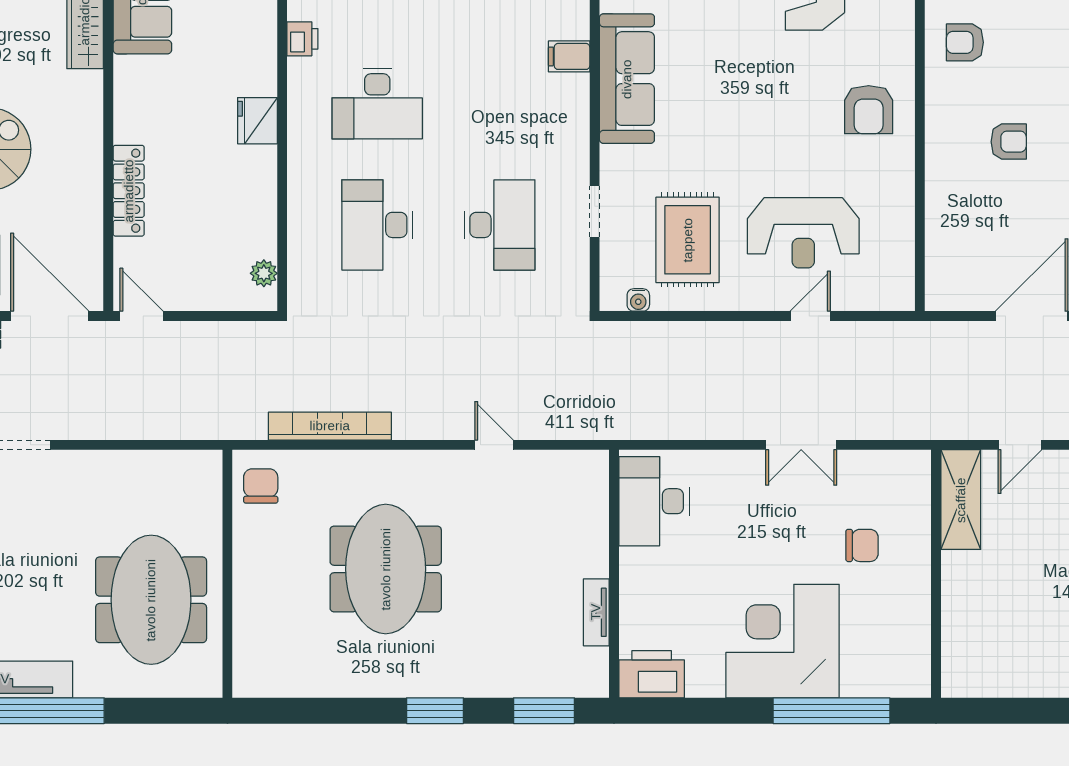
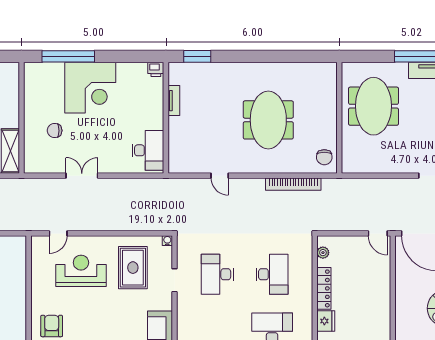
locker: (129, 191) -> (324, 288), moved, turned 180
water cooler: (638, 300) -> (167, 241), moved
door: (810, 316) -> (58, 233), moved
printer: (652, 674) -> (156, 69), width x0.53, depth x0.68
window: (435, 711) -> (246, 56), removed

